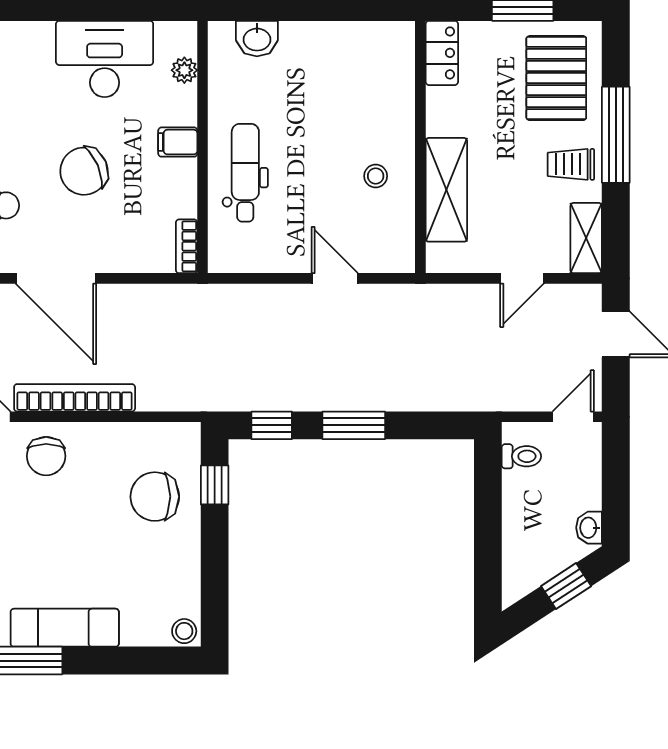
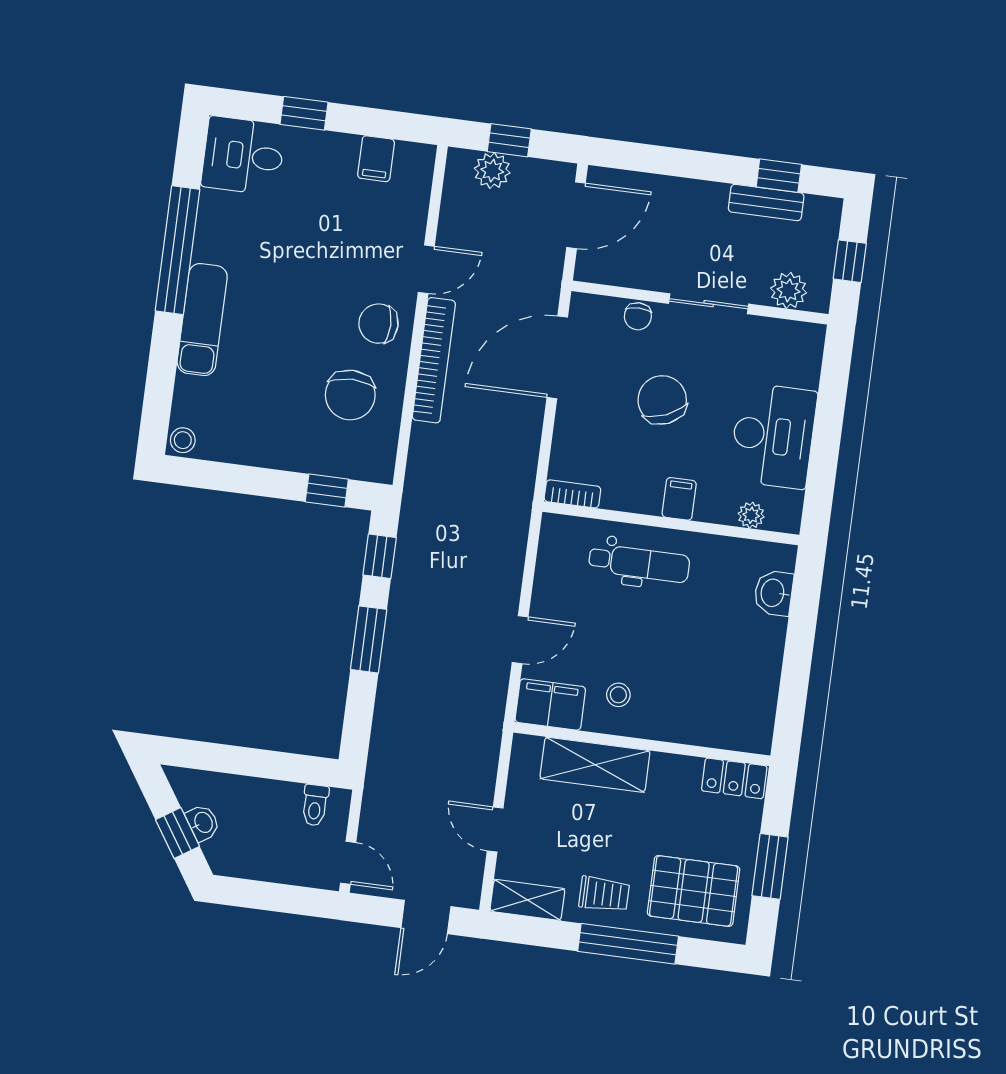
trolley: (571, 164) -> (604, 894), turned 90
filing cabinet: (394, 241) -> (550, 704), added
chair: (155, 497) -> (350, 395), moved, turned 180
washbasin: (589, 528) -> (203, 823), moved, turned 57

